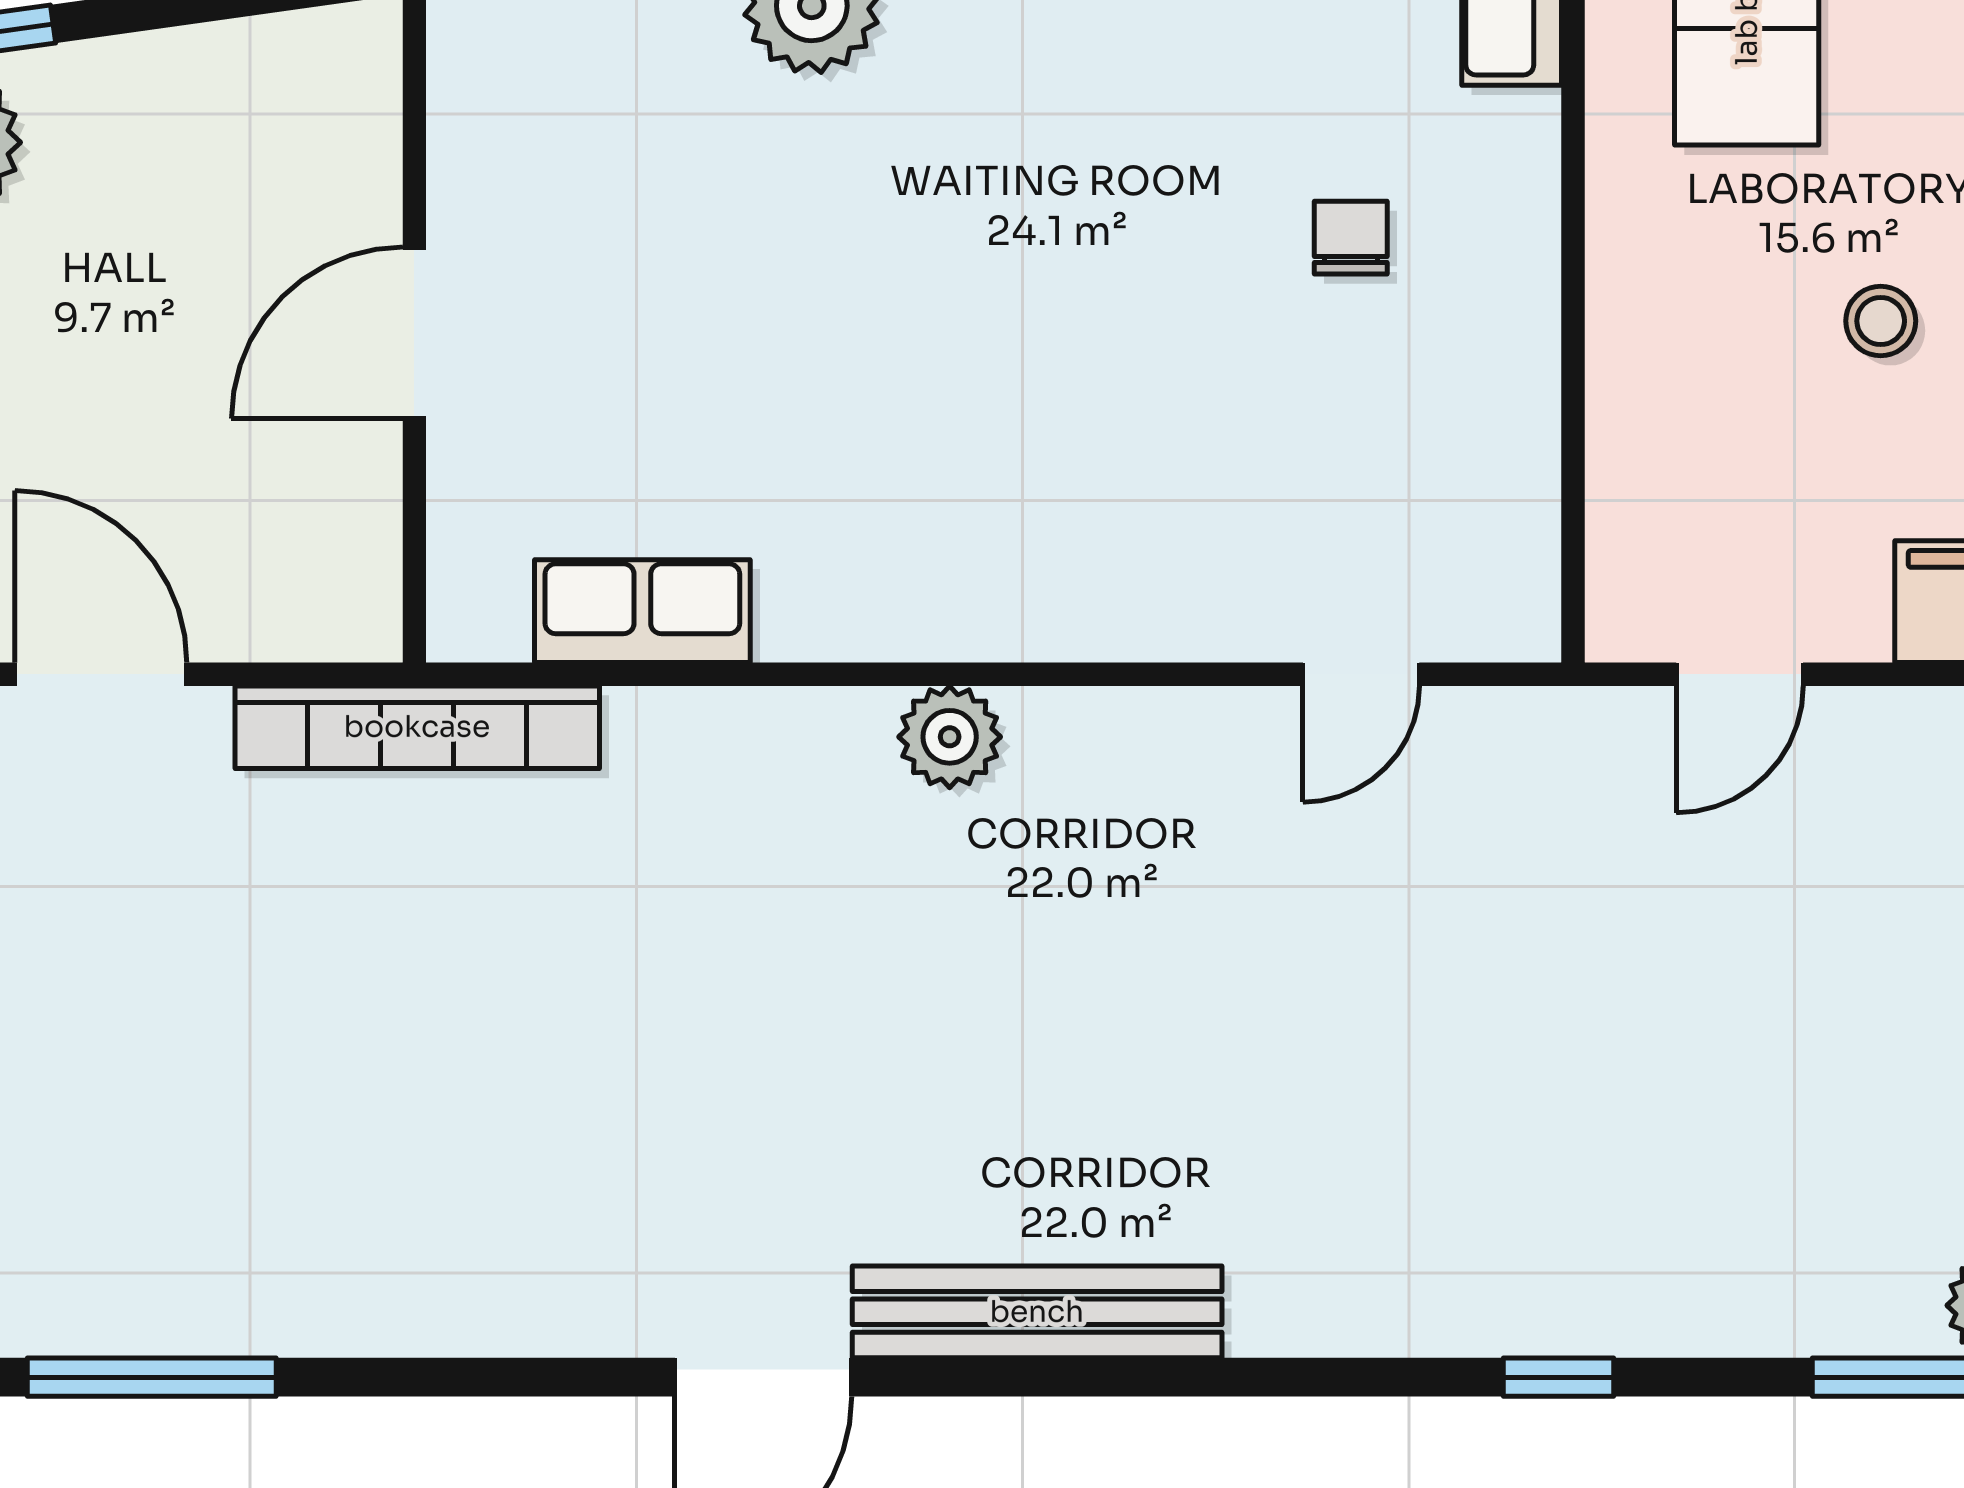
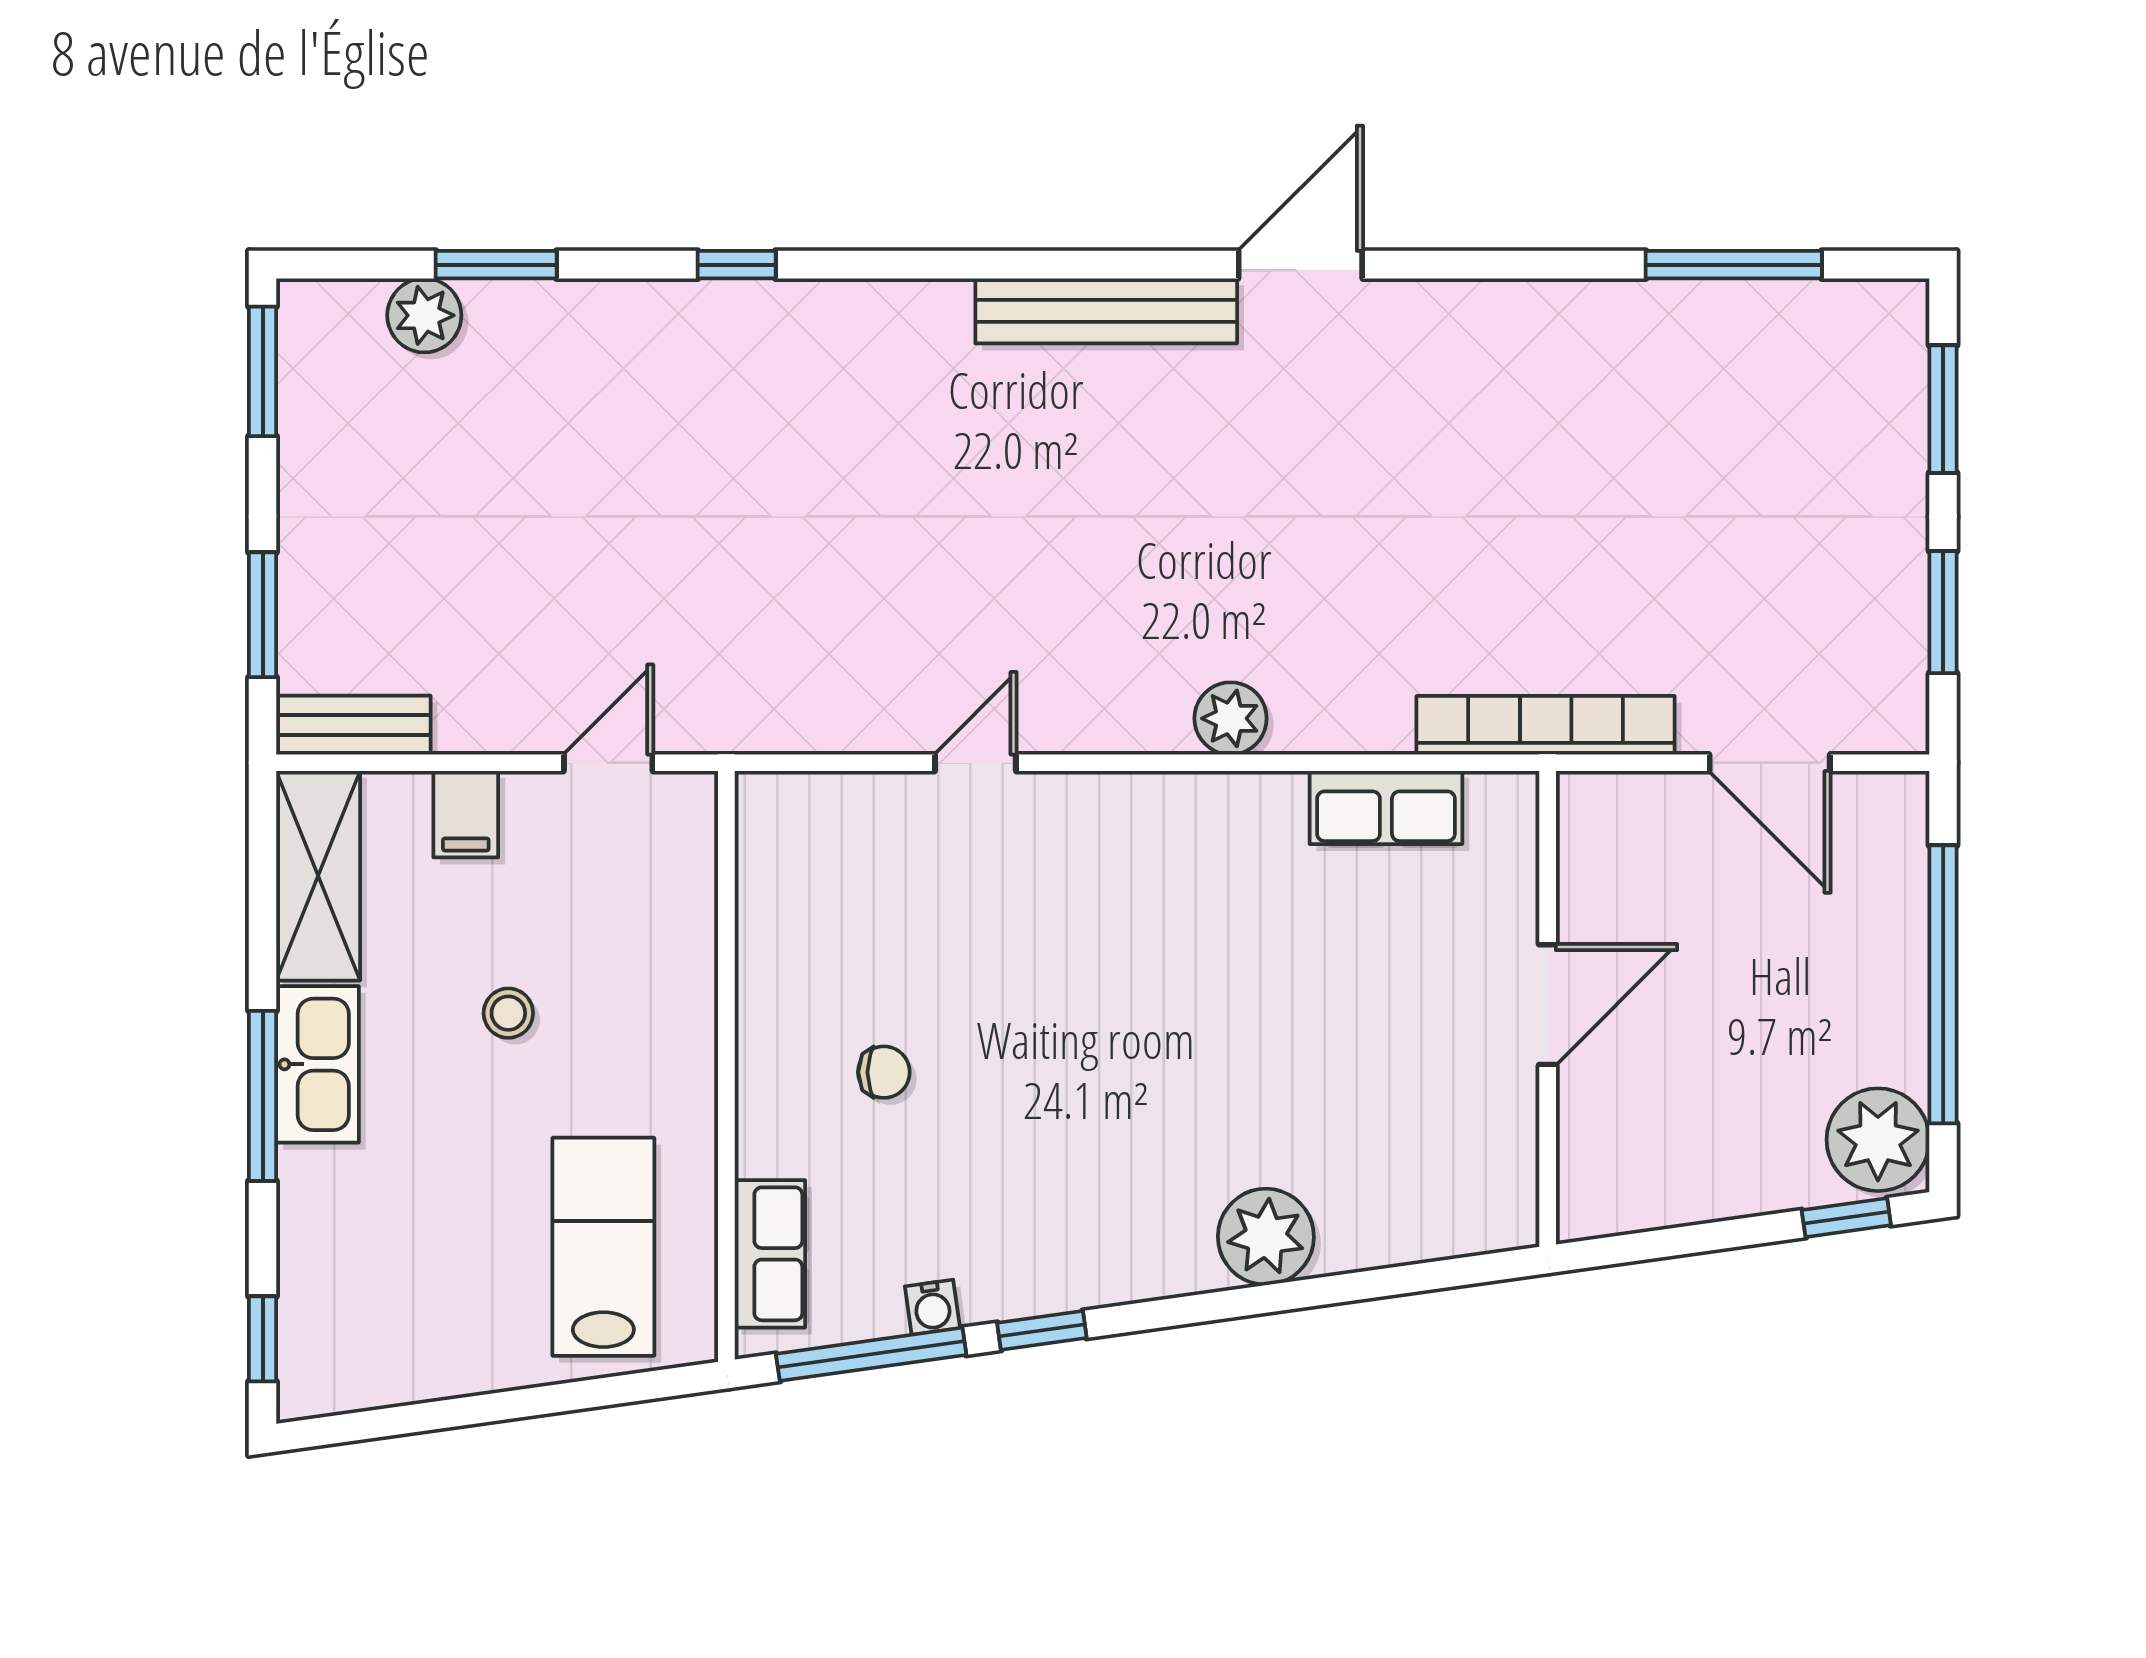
chair: (1351, 238) -> (884, 1072), turned -90
door: (1361, 674) -> (975, 763), moved
plant: (950, 737) -> (1231, 718), moved

